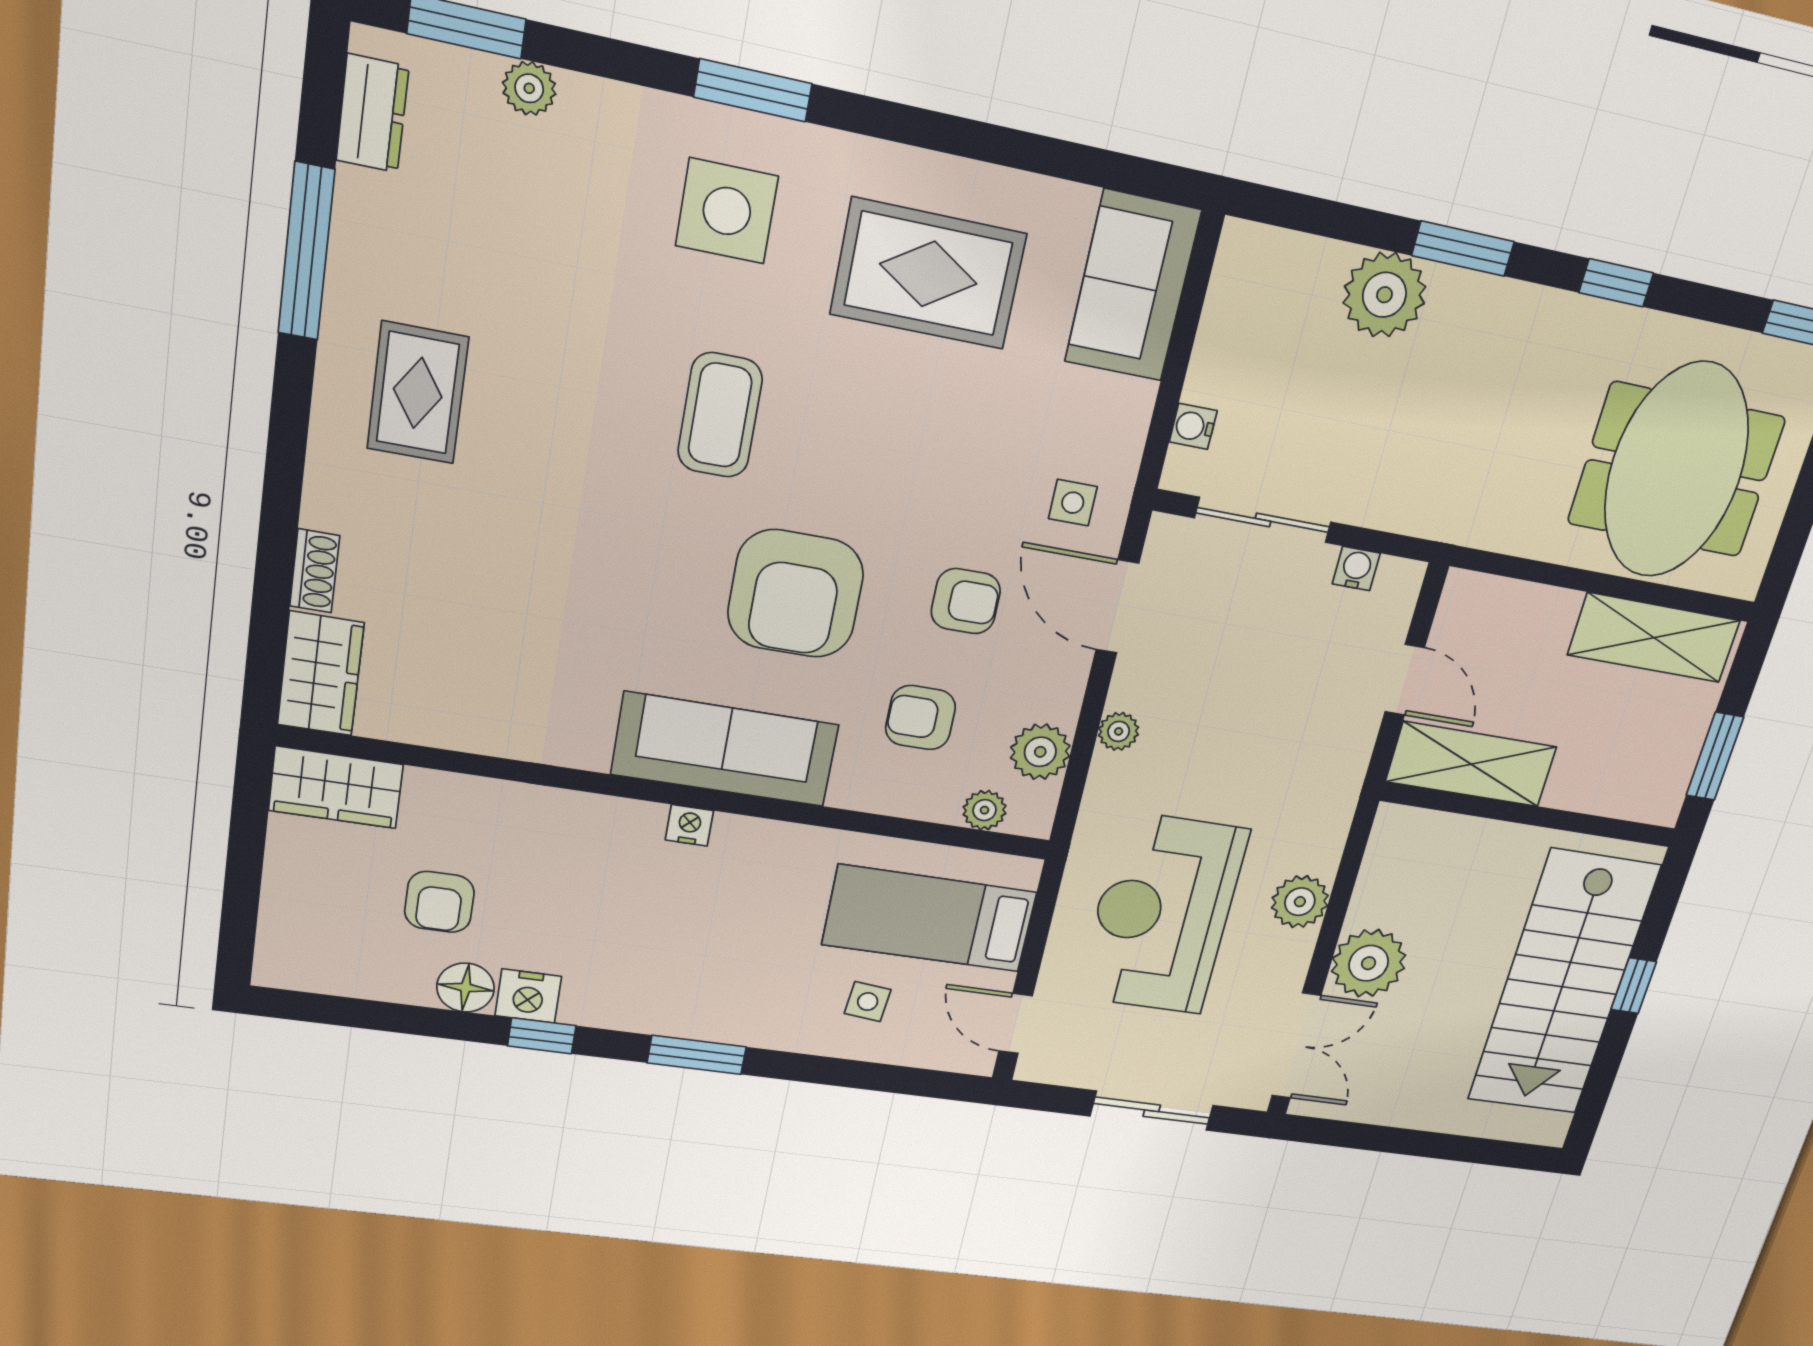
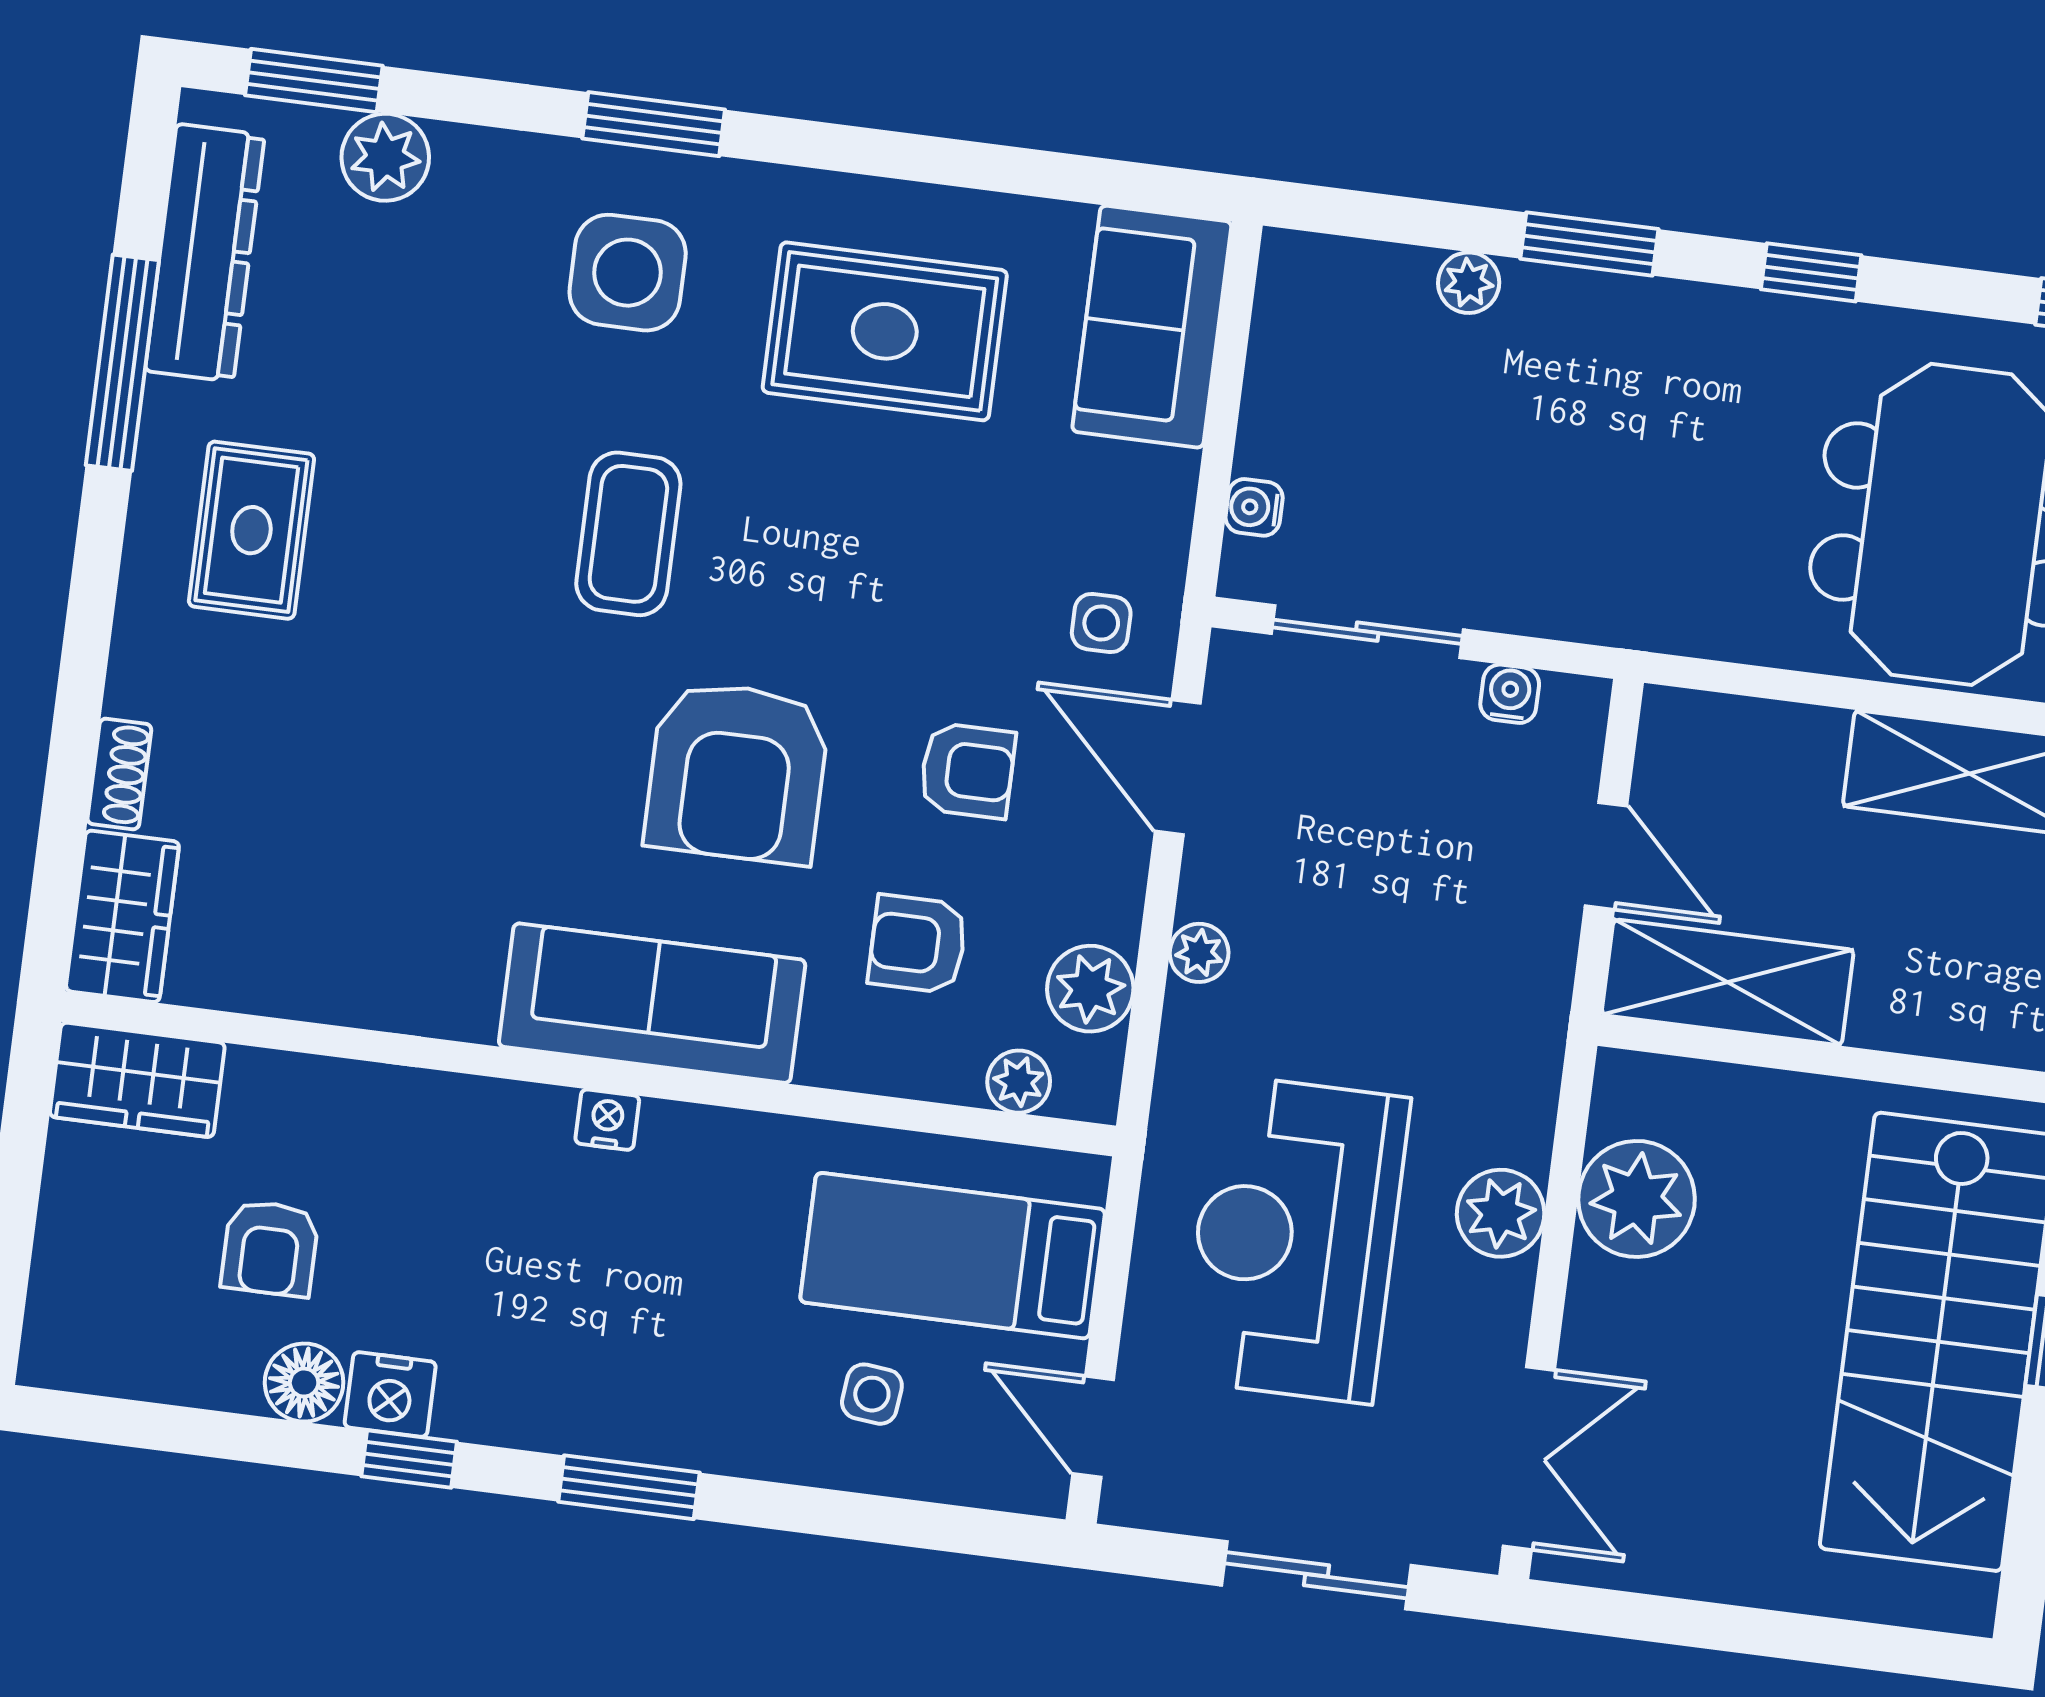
plant: (529, 88) -> (385, 157), width x1.38, depth x1.38
dresser: (373, 113) -> (205, 253), width x1.96, depth x1.24
plant: (1384, 295) -> (1469, 283), width x0.53, depth x0.53
plant: (1369, 963) -> (1637, 1199), moved

